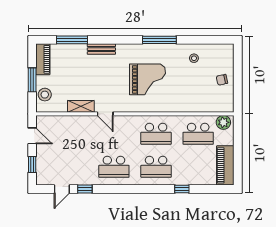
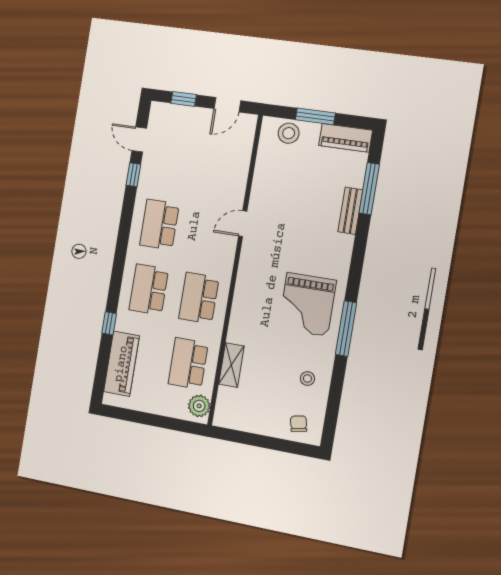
bench: (101, 49) -> (350, 211), moved
grand piano: (147, 79) -> (307, 304), moved
chair: (222, 80) -> (299, 424), moved
shelving: (81, 106) -> (231, 365), moved
piano: (225, 165) -> (121, 364), moved, turned 90

